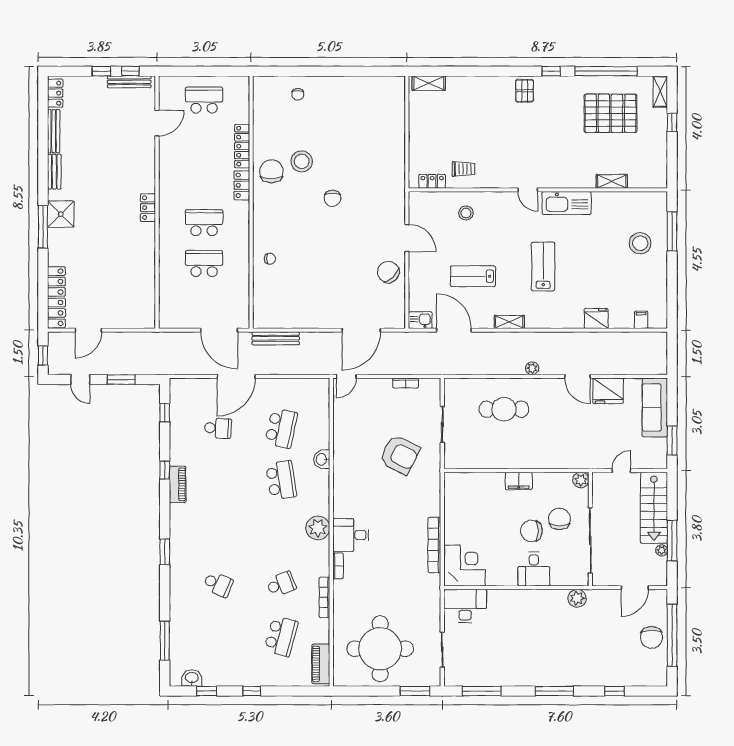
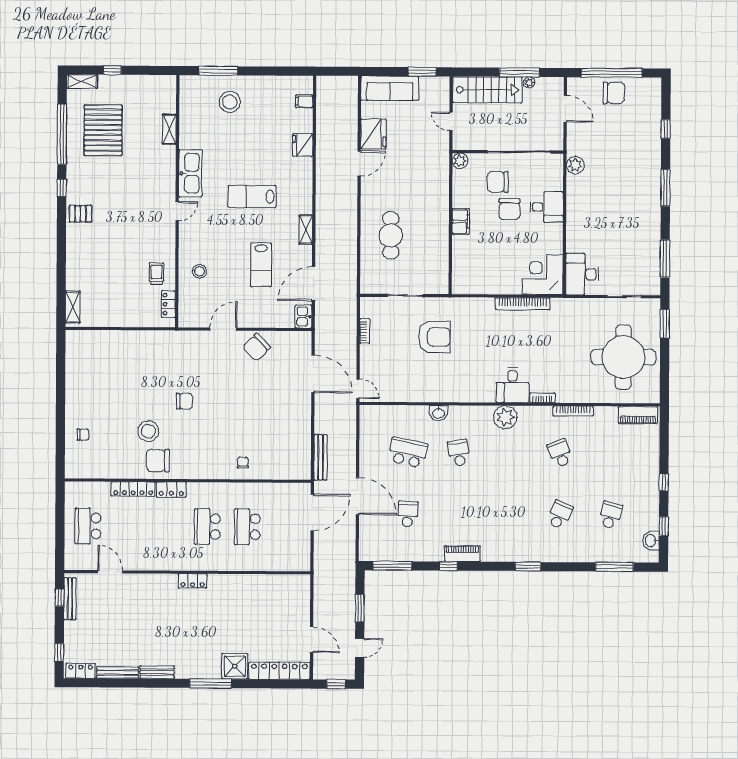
window: (101, 71) -> (59, 653), moved
shower: (61, 214) -> (235, 666), moved
plant: (532, 368) -> (351, 208), removed
window: (165, 413) -> (392, 566), width x2.17
armchair: (400, 455) -> (434, 337), turned 63
school desk: (281, 480) -> (459, 453), width x0.54
school desk: (281, 636) -> (610, 515), moved, width x0.54

